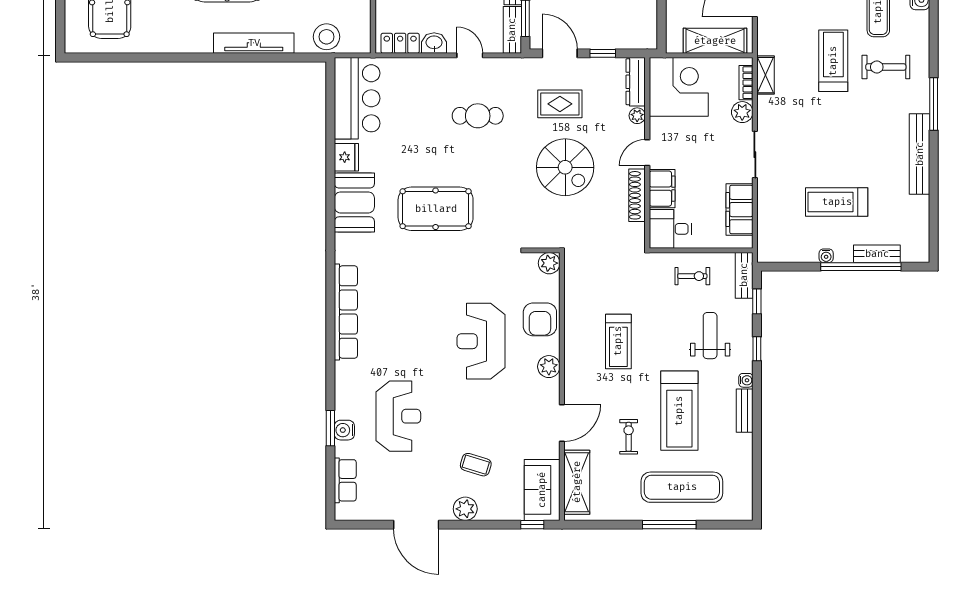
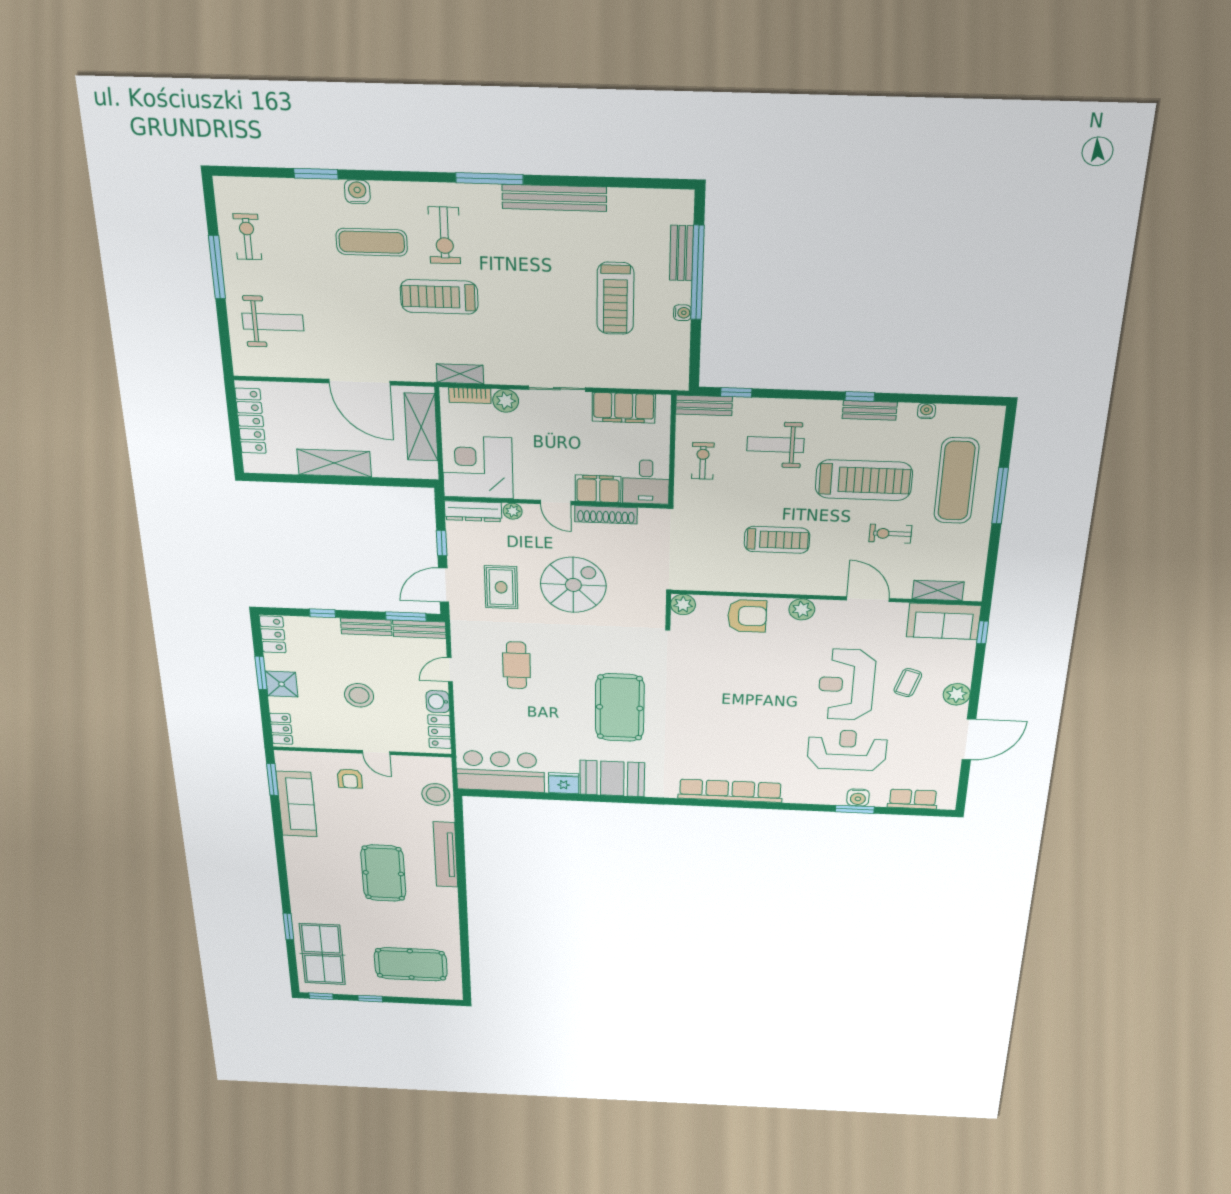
reception desk: (481, 341) -> (846, 685), moved, turned 90
window: (757, 349) -> (860, 397), moved
water cooler: (746, 380) -> (926, 411), moved
shelving: (577, 482) -> (938, 590), width x0.67, depth x0.75

